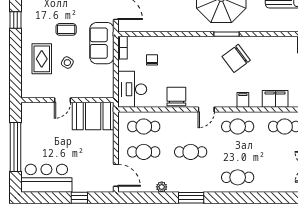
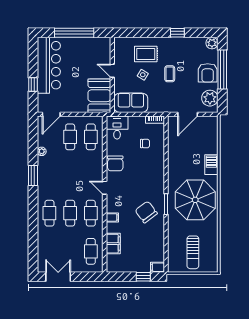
sofa: (102, 43) -> (131, 103), moved
desk: (132, 89) -> (117, 127), width x0.73
chair: (176, 96) -> (115, 163), turned 90
cafe table: (191, 152) -> (70, 213), moved
bar counter: (46, 178) -> (49, 65), width x1.36

